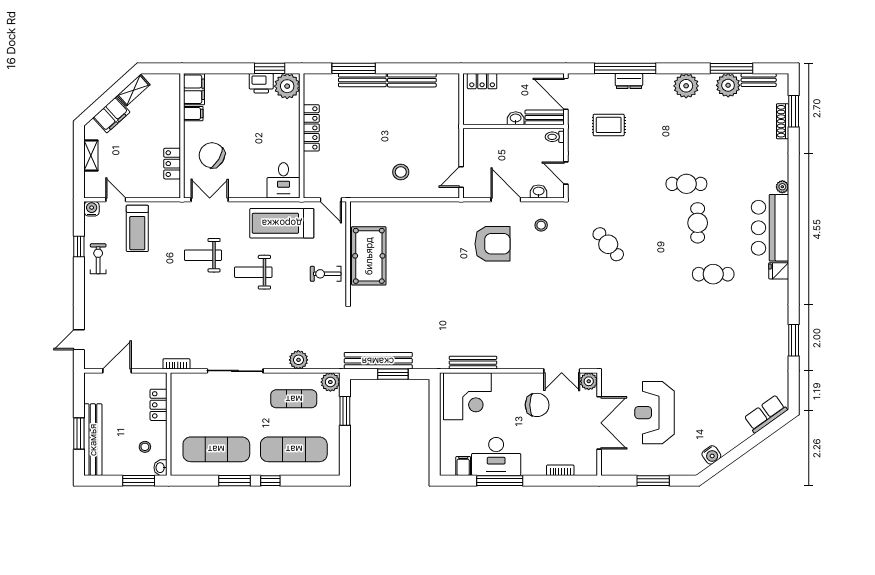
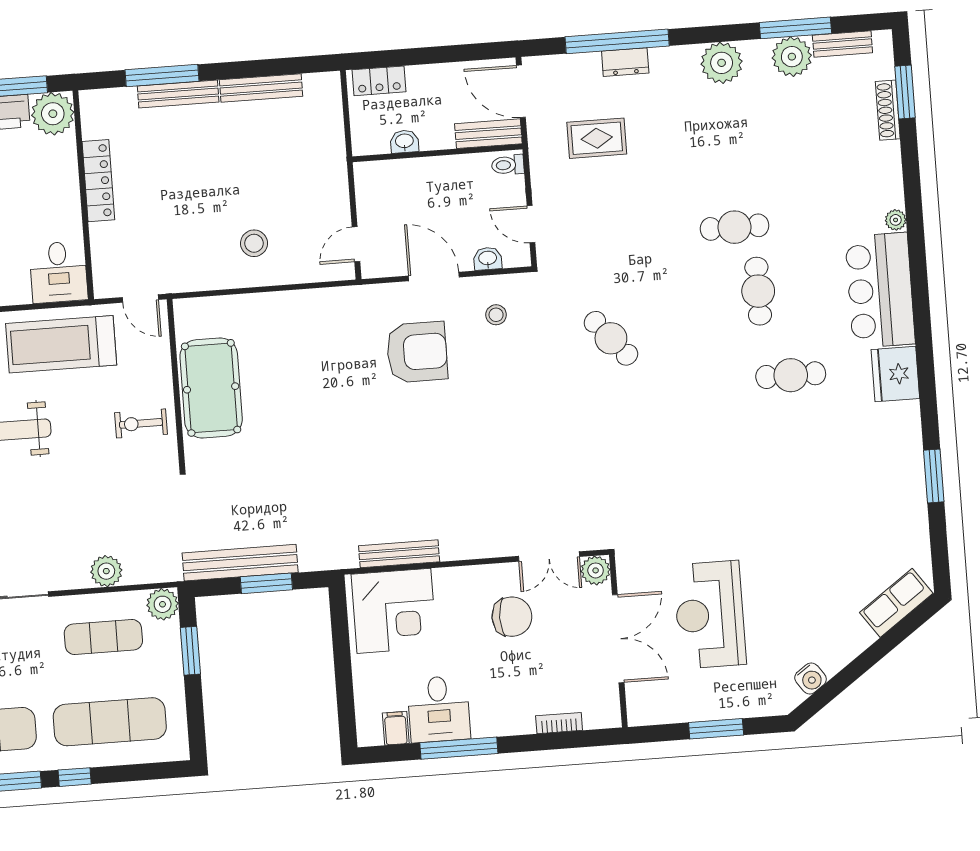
washbasin: (516, 118) -> (404, 141), moved
fridge: (779, 271) -> (895, 374), width x1.88, depth x1.34
desk: (496, 456) -> (439, 709), width x0.73

